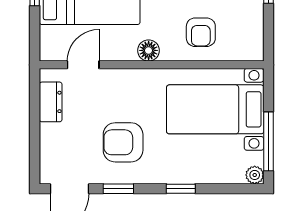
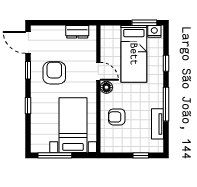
door: (83, 65) -> (98, 71), moved
plant: (255, 175) -> (36, 148), removed

